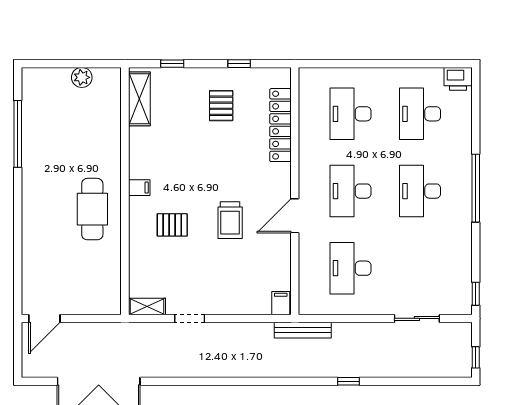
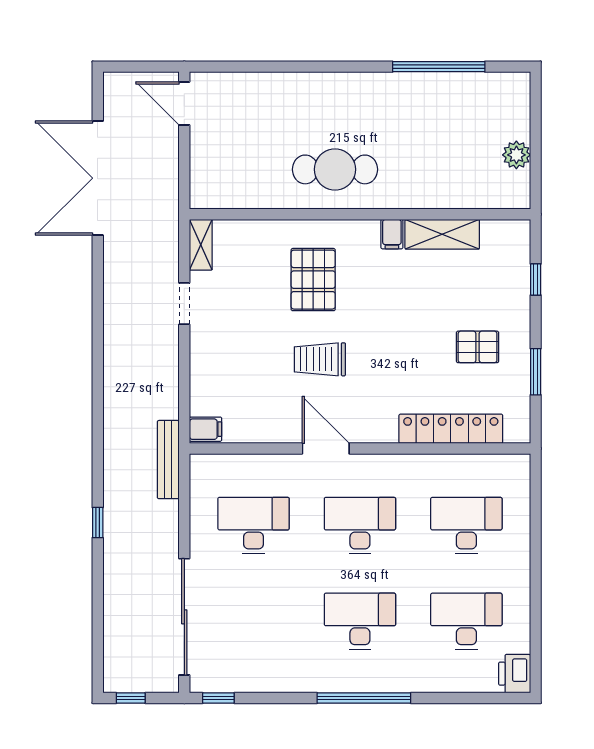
window: (239, 64) -> (536, 372), width x1.50
shelving: (139, 99) -> (442, 234), moved
filing cabinet: (139, 188) -> (392, 234), moved
pallet: (172, 225) -> (313, 280), width x1.50, depth x1.42
sliding door: (417, 318) -> (184, 617), width x1.86

